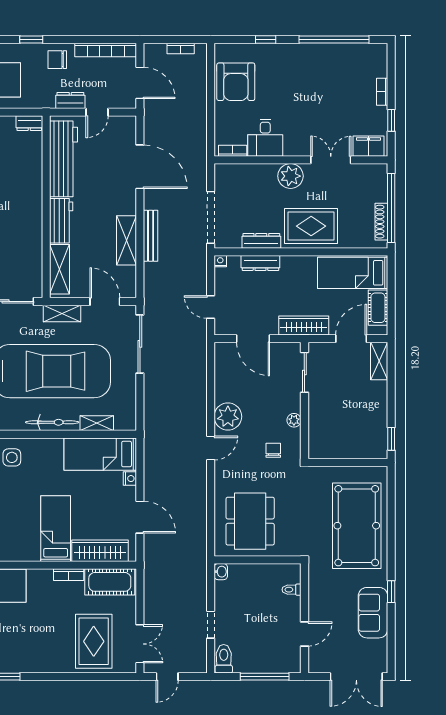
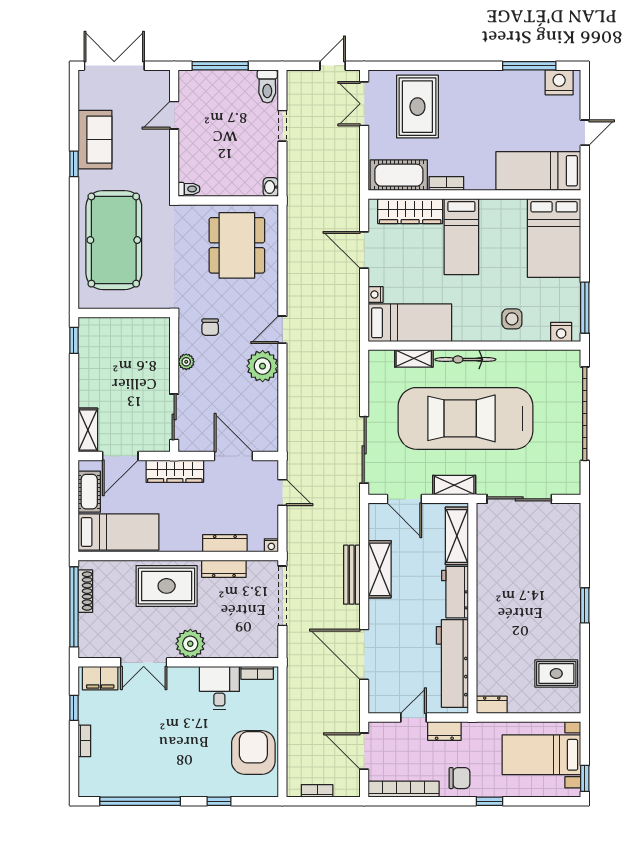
toilet: (292, 590) -> (189, 189), moved

